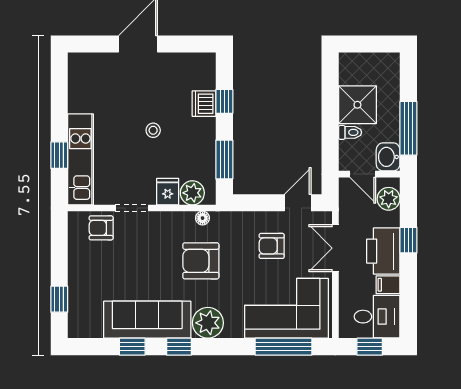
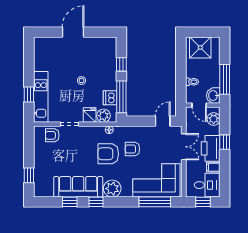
dishwasher: (204, 104) -> (110, 98), moved
shower: (357, 105) -> (200, 47), moved
window: (224, 159) -> (121, 97), width x1.44
armchair: (272, 246) -> (132, 149), moved
double door: (335, 248) -> (184, 147), swing flipped

